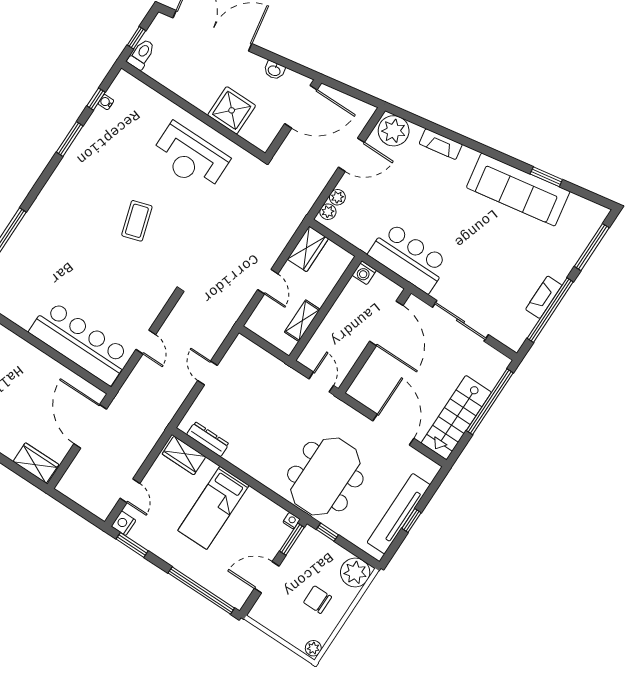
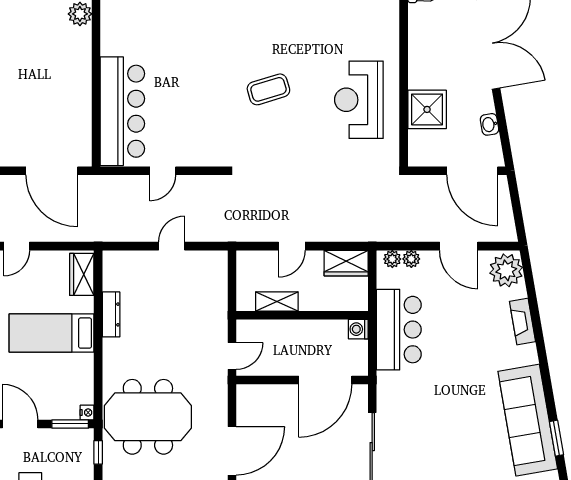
bar counter: (409, 258) -> (399, 330), moved
door: (90, 426) -> (52, 171), swing flipped
dresser: (208, 439) -> (111, 314), moved

